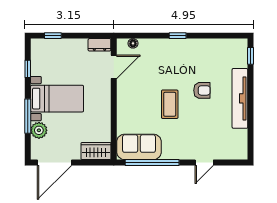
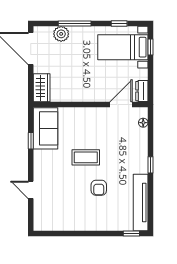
door: (114, 67) -> (121, 105), swing flipped
tv unit: (240, 98) -> (141, 203), moved, turned -90
bed with nightstands: (57, 99) -> (123, 47), moved, turned 90
window: (152, 162) -> (31, 141), width x0.32

